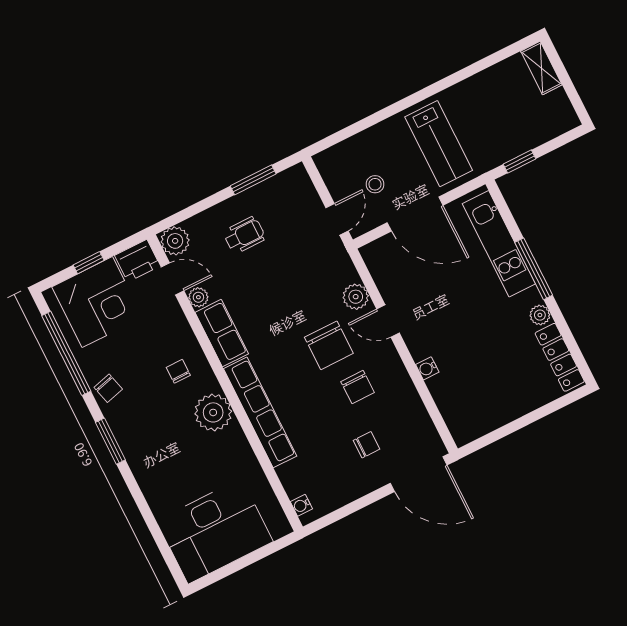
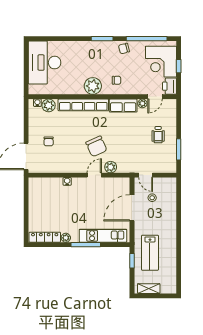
shelving: (541, 68) -> (149, 289), moved
lab bench: (439, 144) -> (150, 253), moved, turned -90
plant: (175, 241) -> (49, 105), moved
chair: (329, 345) -> (96, 146), turned -114
chair: (358, 387) -> (74, 149), removed

